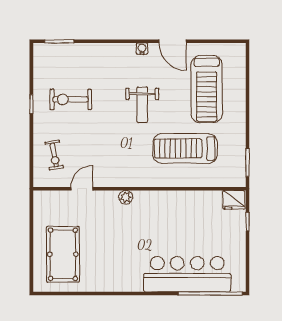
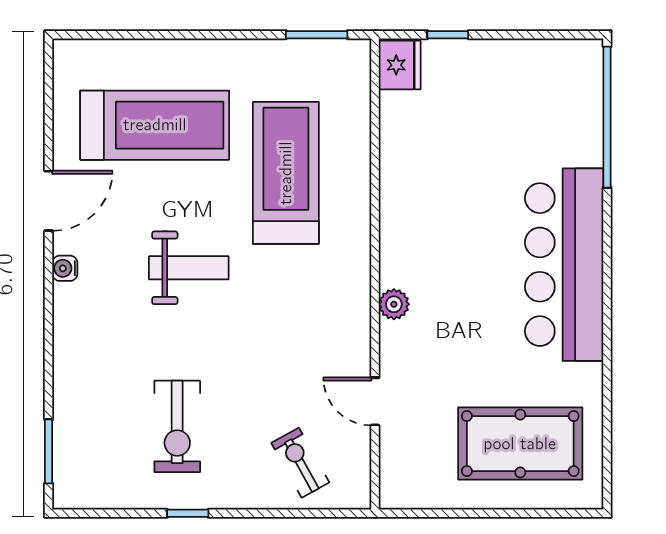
treadmill: (185, 148) -> (286, 173), turned 180
exercise bike: (54, 155) -> (300, 463), turned -110
bar counter: (187, 274) -> (564, 265), moved

